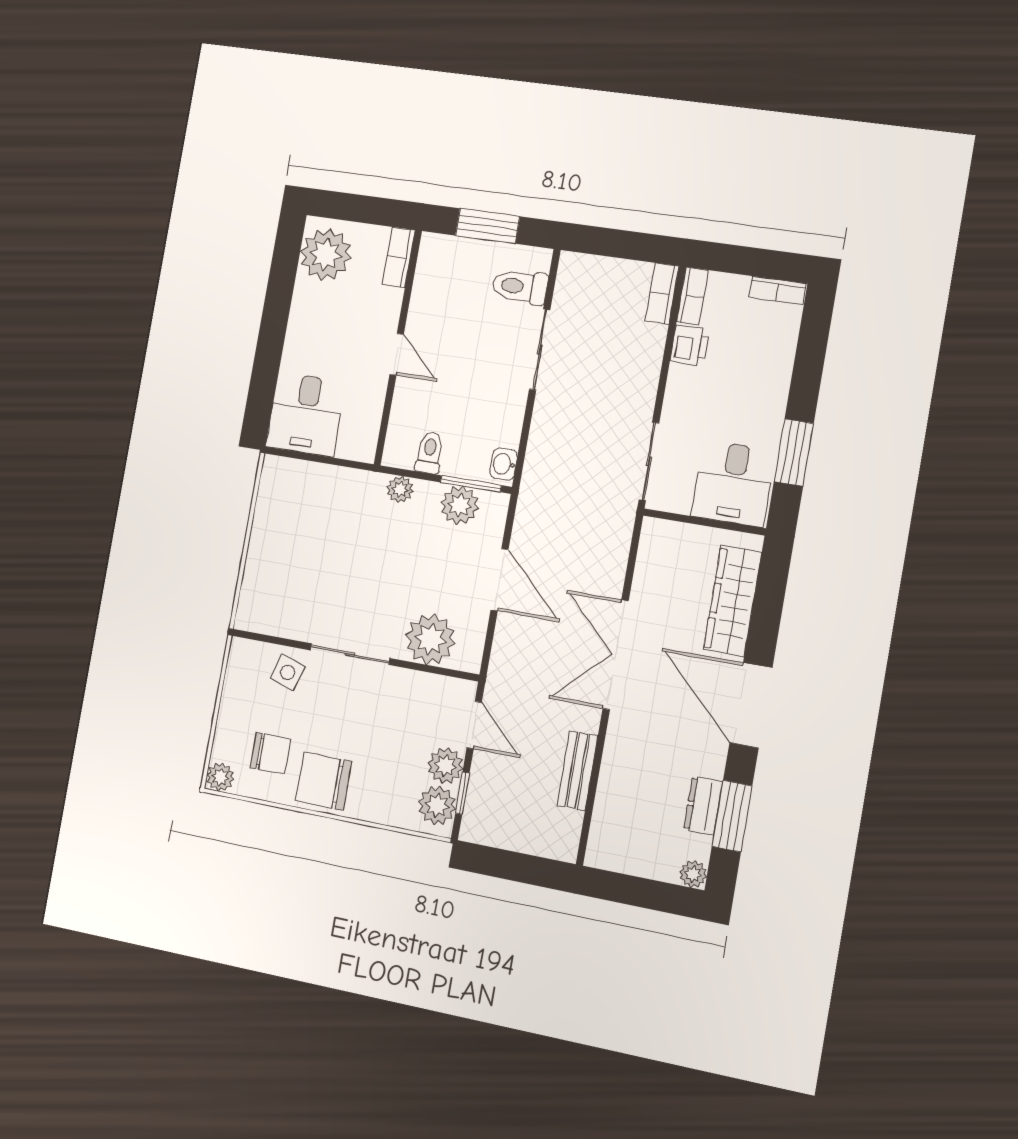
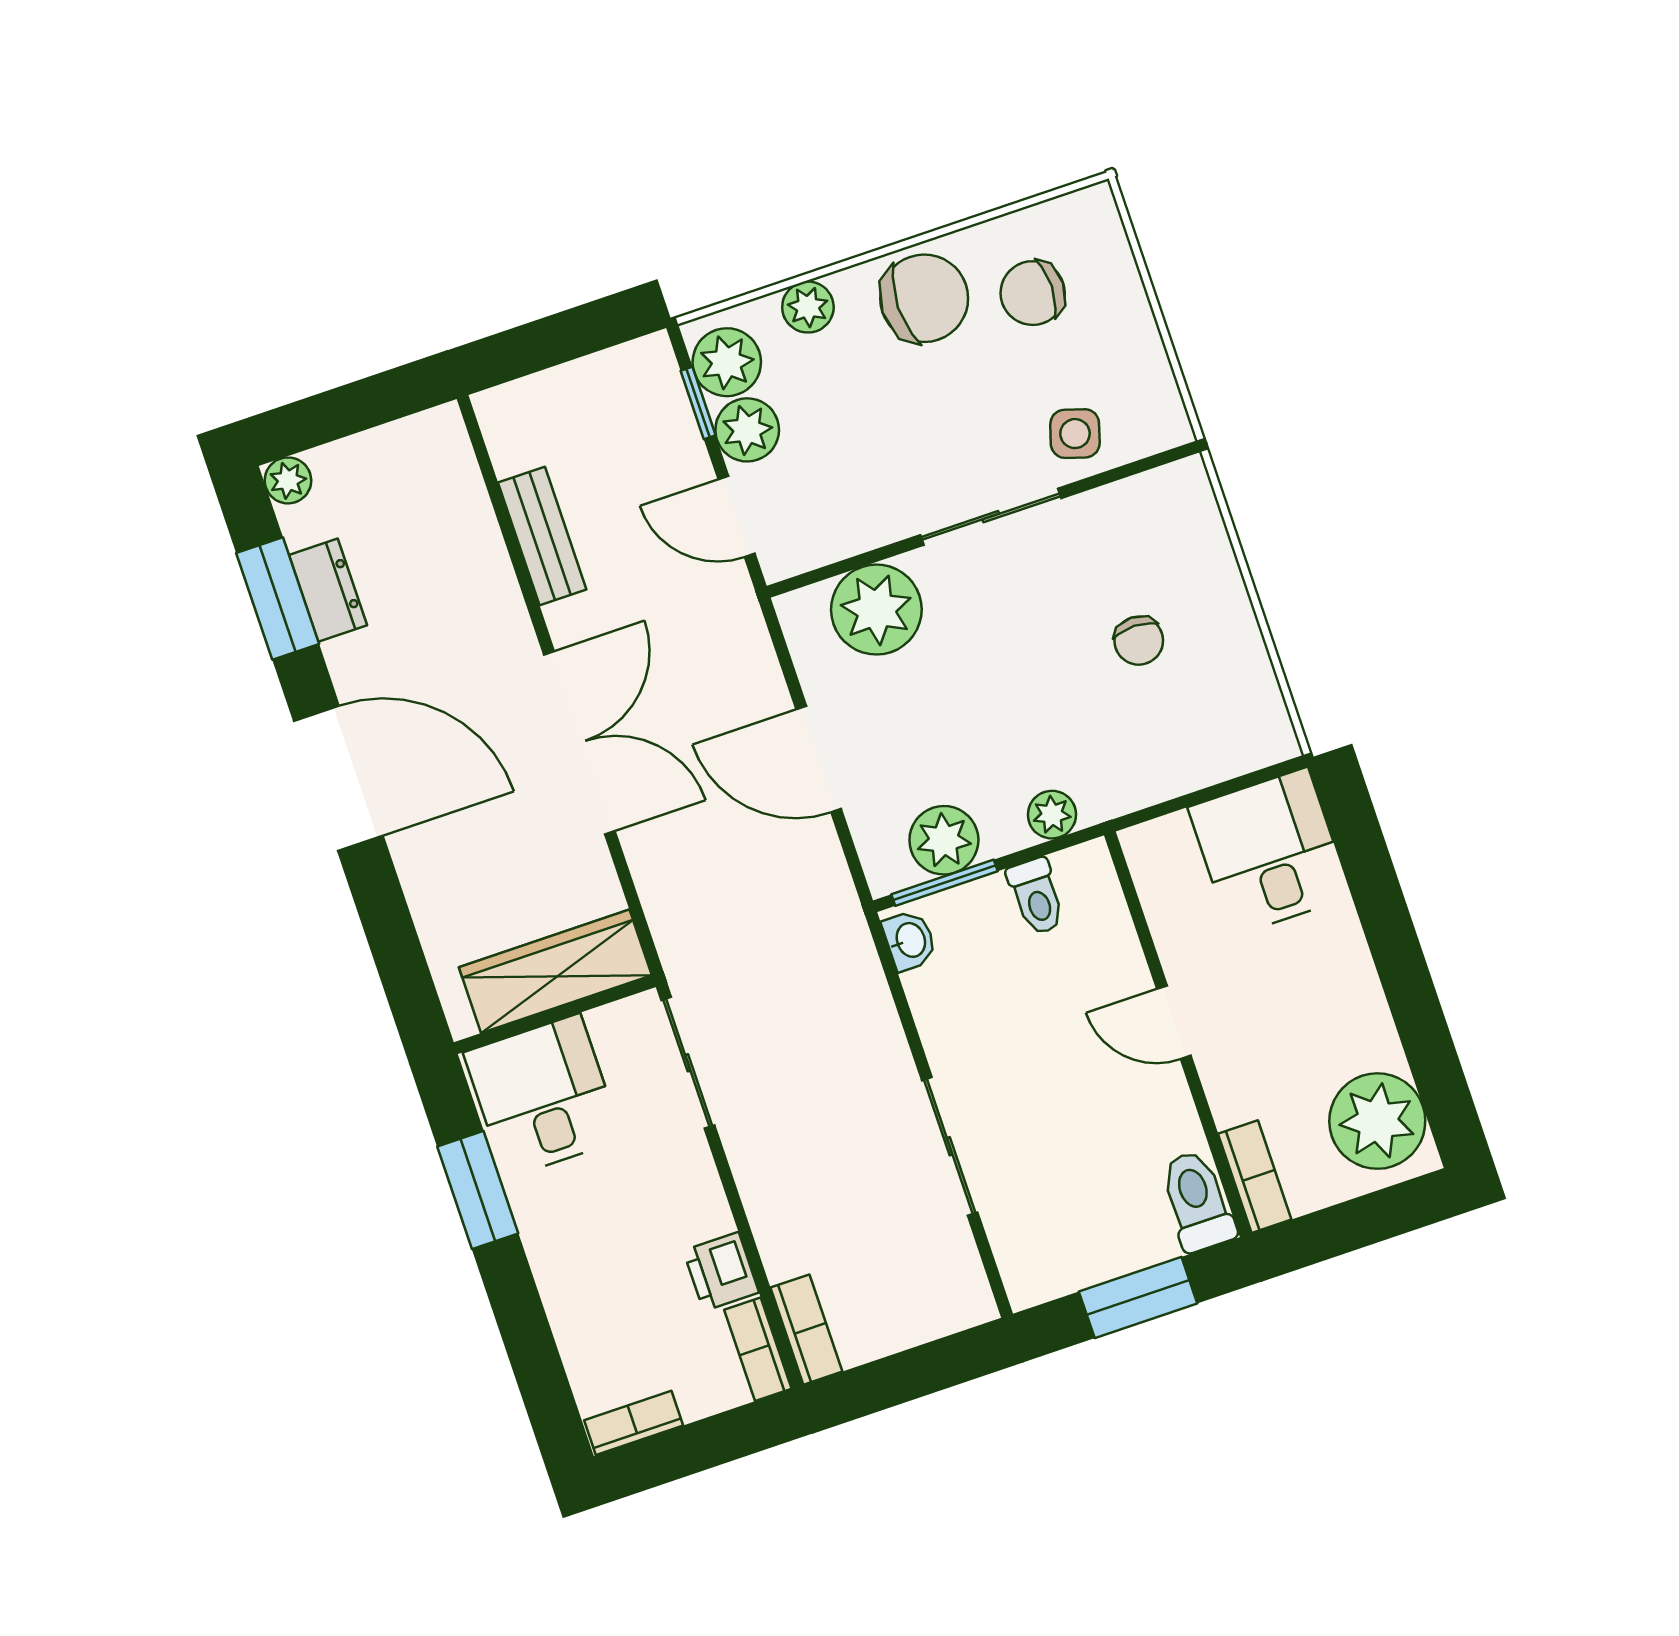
toilet: (520, 287) -> (1197, 1201), moved, turned -90
chair: (312, 553) -> (1139, 641), added
wardrobe: (733, 601) -> (555, 971), moved, turned -90
plant: (220, 777) -> (808, 307), moved

